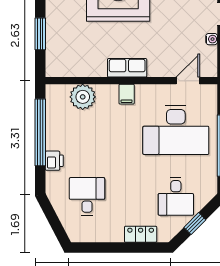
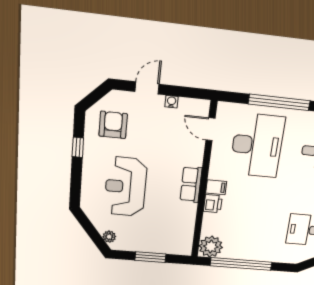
plant: (83, 97) -> (211, 247), moved
printer: (54, 161) -> (213, 204), moved, turned 90

